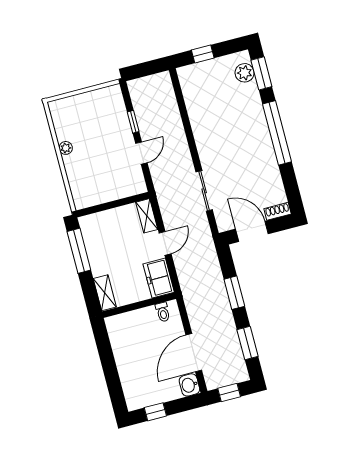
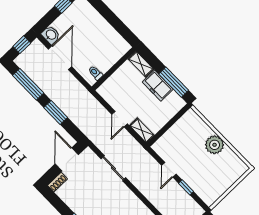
plant: (66, 148) -> (215, 145), width x1.88, depth x1.88
door: (252, 231) -> (67, 159), swing flipped
freezer: (159, 278) -> (158, 86), moved, turned 180
window: (248, 343) -> (28, 84), width x1.44

